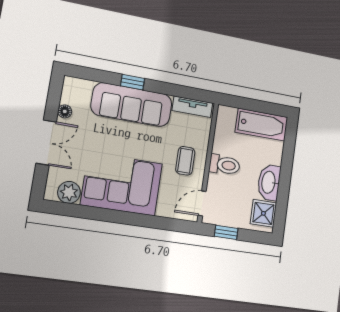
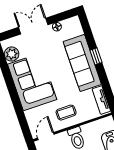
double door: (46, 143) -> (33, 26), swing flipped
door: (202, 203) -> (46, 136), hinge flipped

